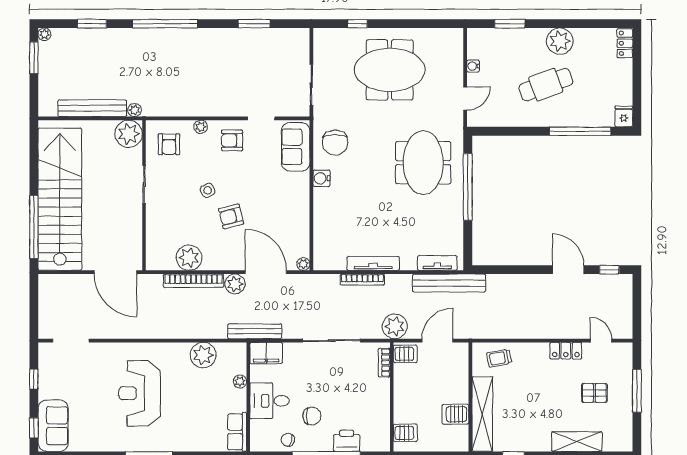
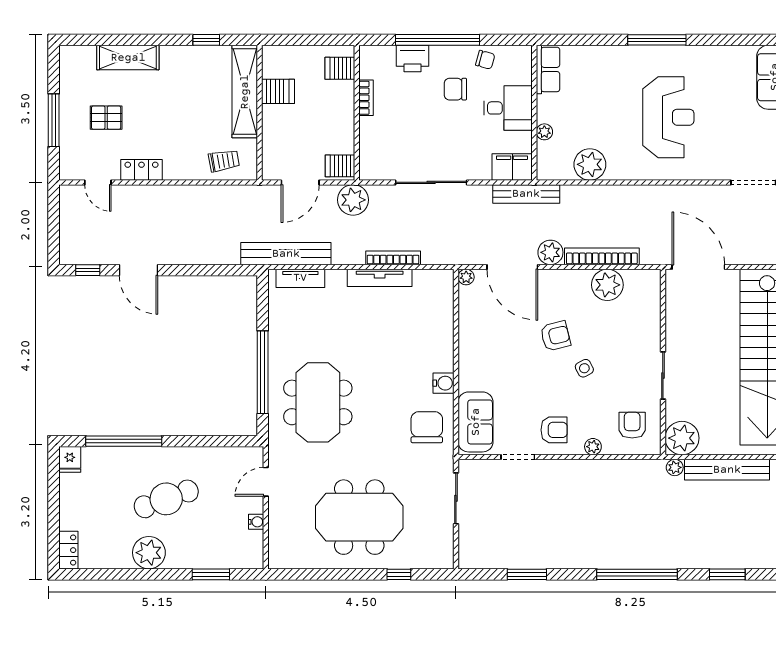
bookcase: (384, 363) -> (366, 98), moved

